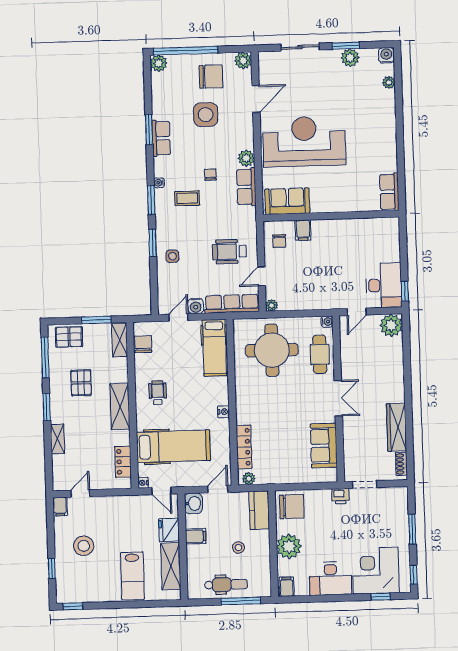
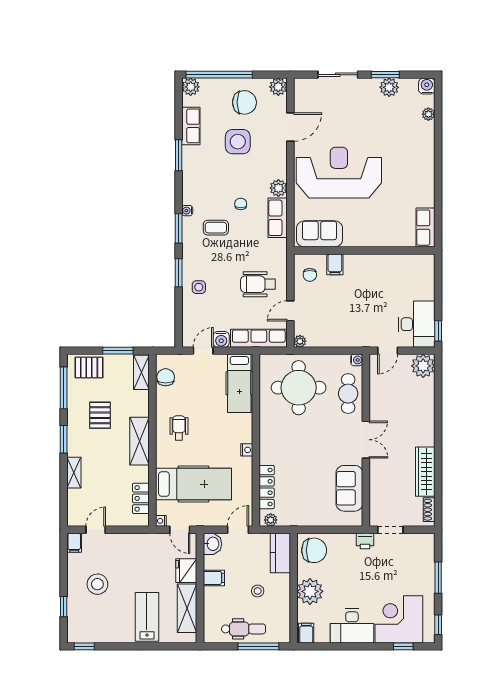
row of seats: (161, 138) -> (191, 126), moved
lab bench: (132, 576) -> (147, 617), turned 180

